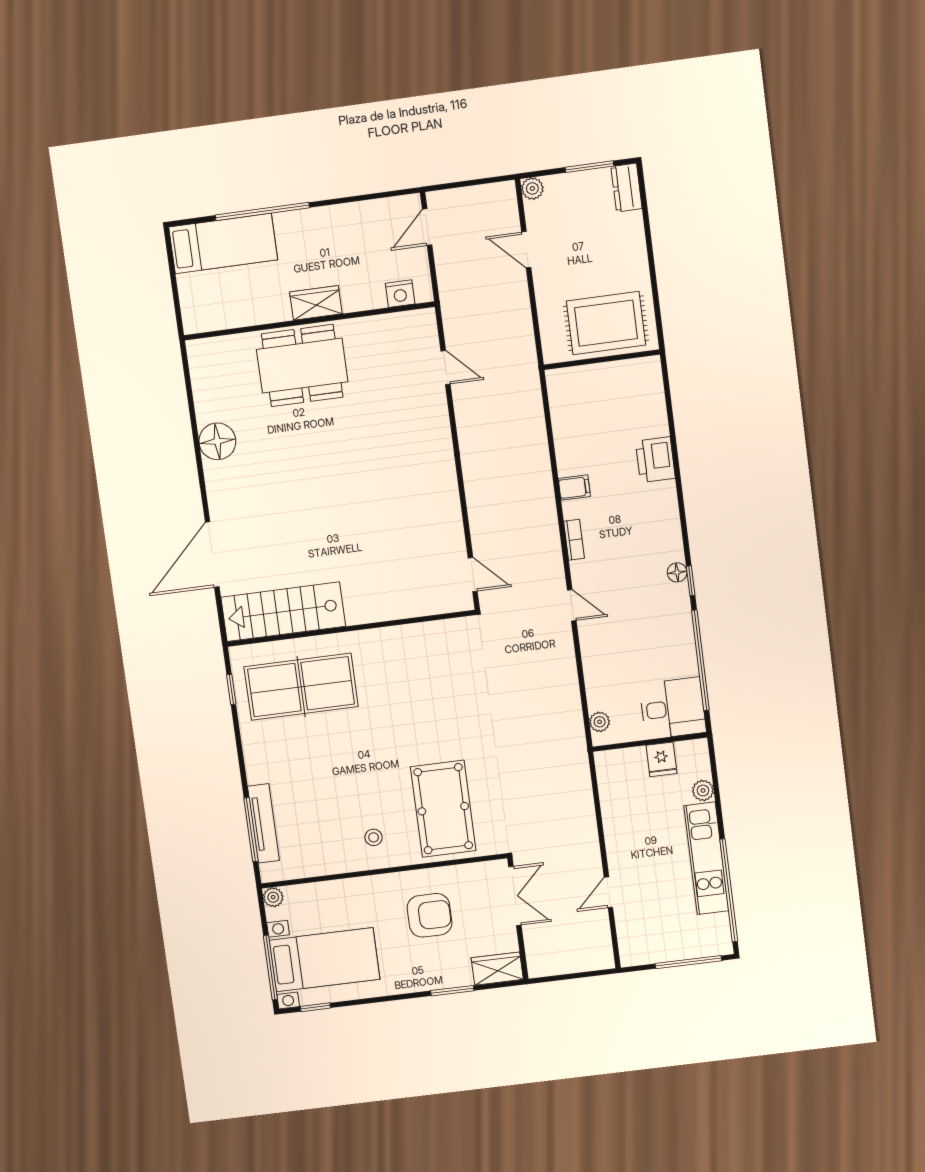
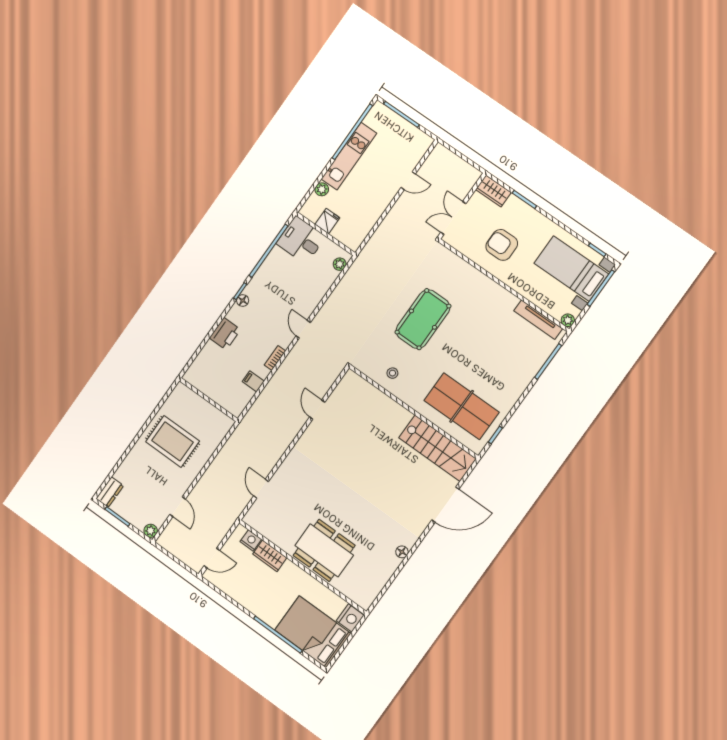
bed: (223, 243) -> (313, 632), width x1.50
wardrobe: (316, 303) -> (270, 556), moved
nightstand: (197, 314) -> (350, 618), added
wall: (602, 360) -> (208, 400), moved
floor lamp: (217, 441) -> (402, 552), width x0.53, depth x0.53
printer: (655, 460) -> (225, 334), moved
door: (473, 575) -> (317, 410), moved
pool table: (443, 809) -> (423, 319), moved
tv unit: (263, 823) -> (538, 320), moved, turned -90
stool: (374, 837) -> (392, 373), moved

